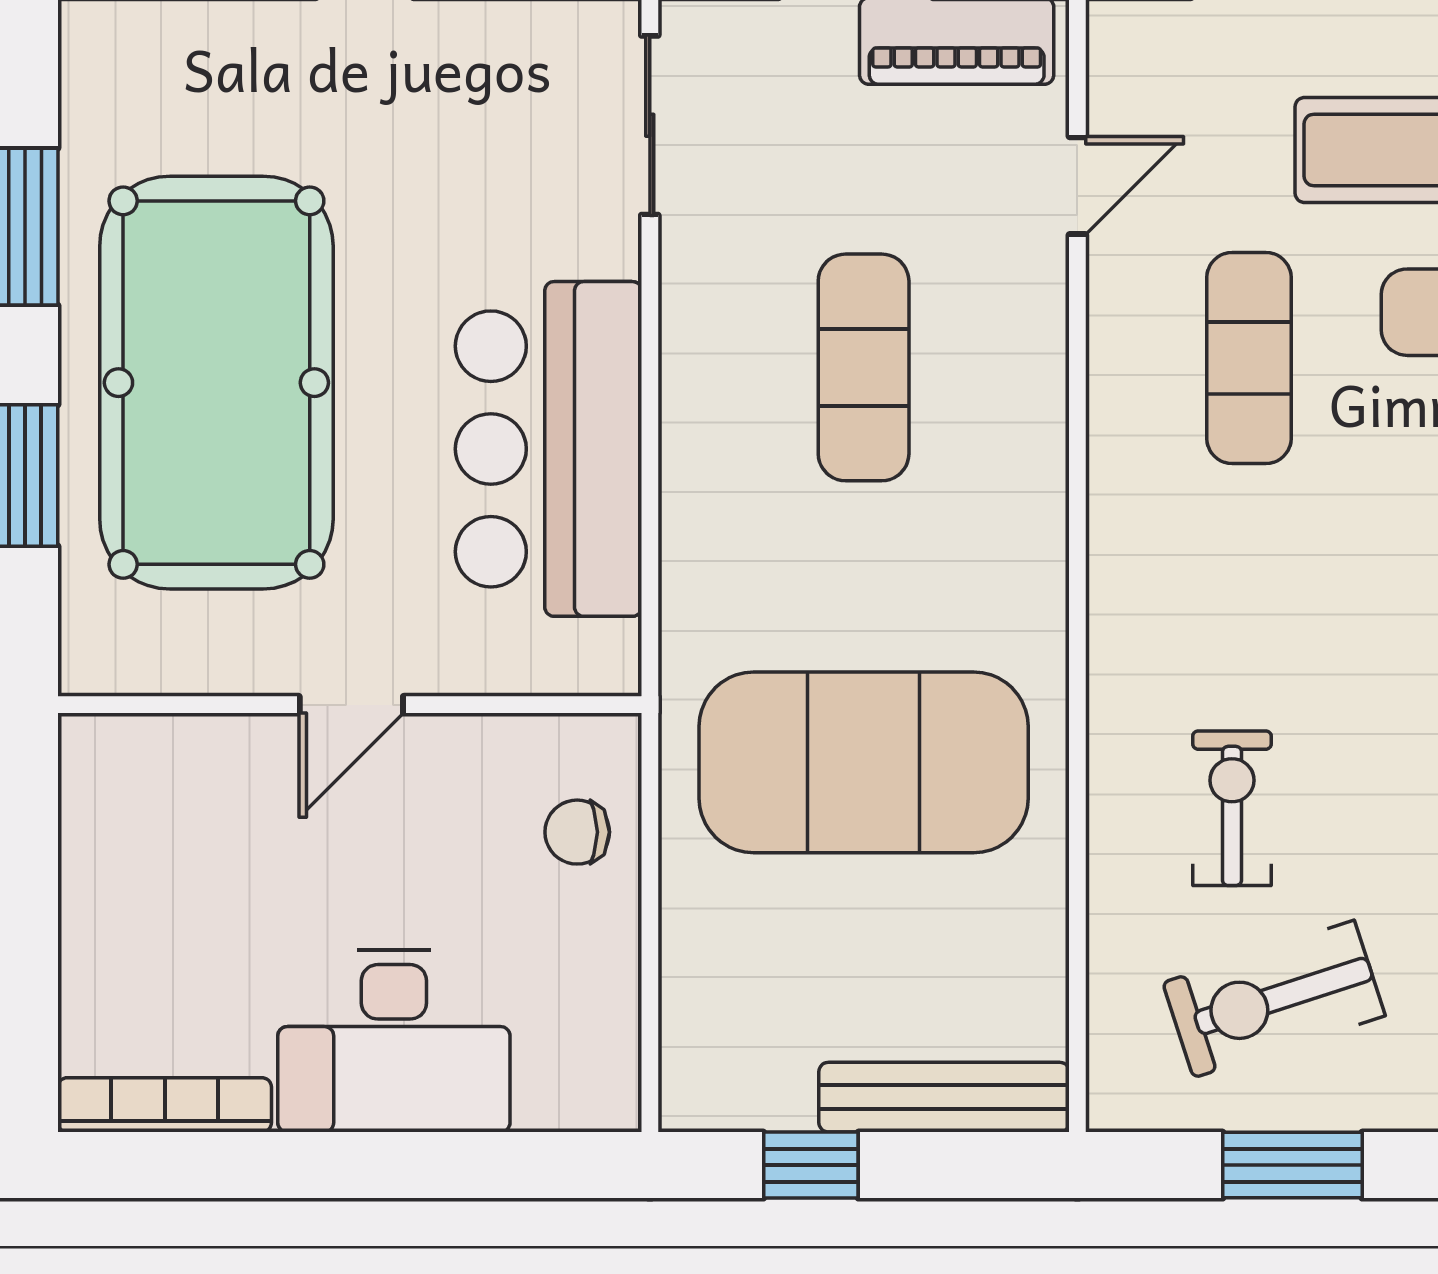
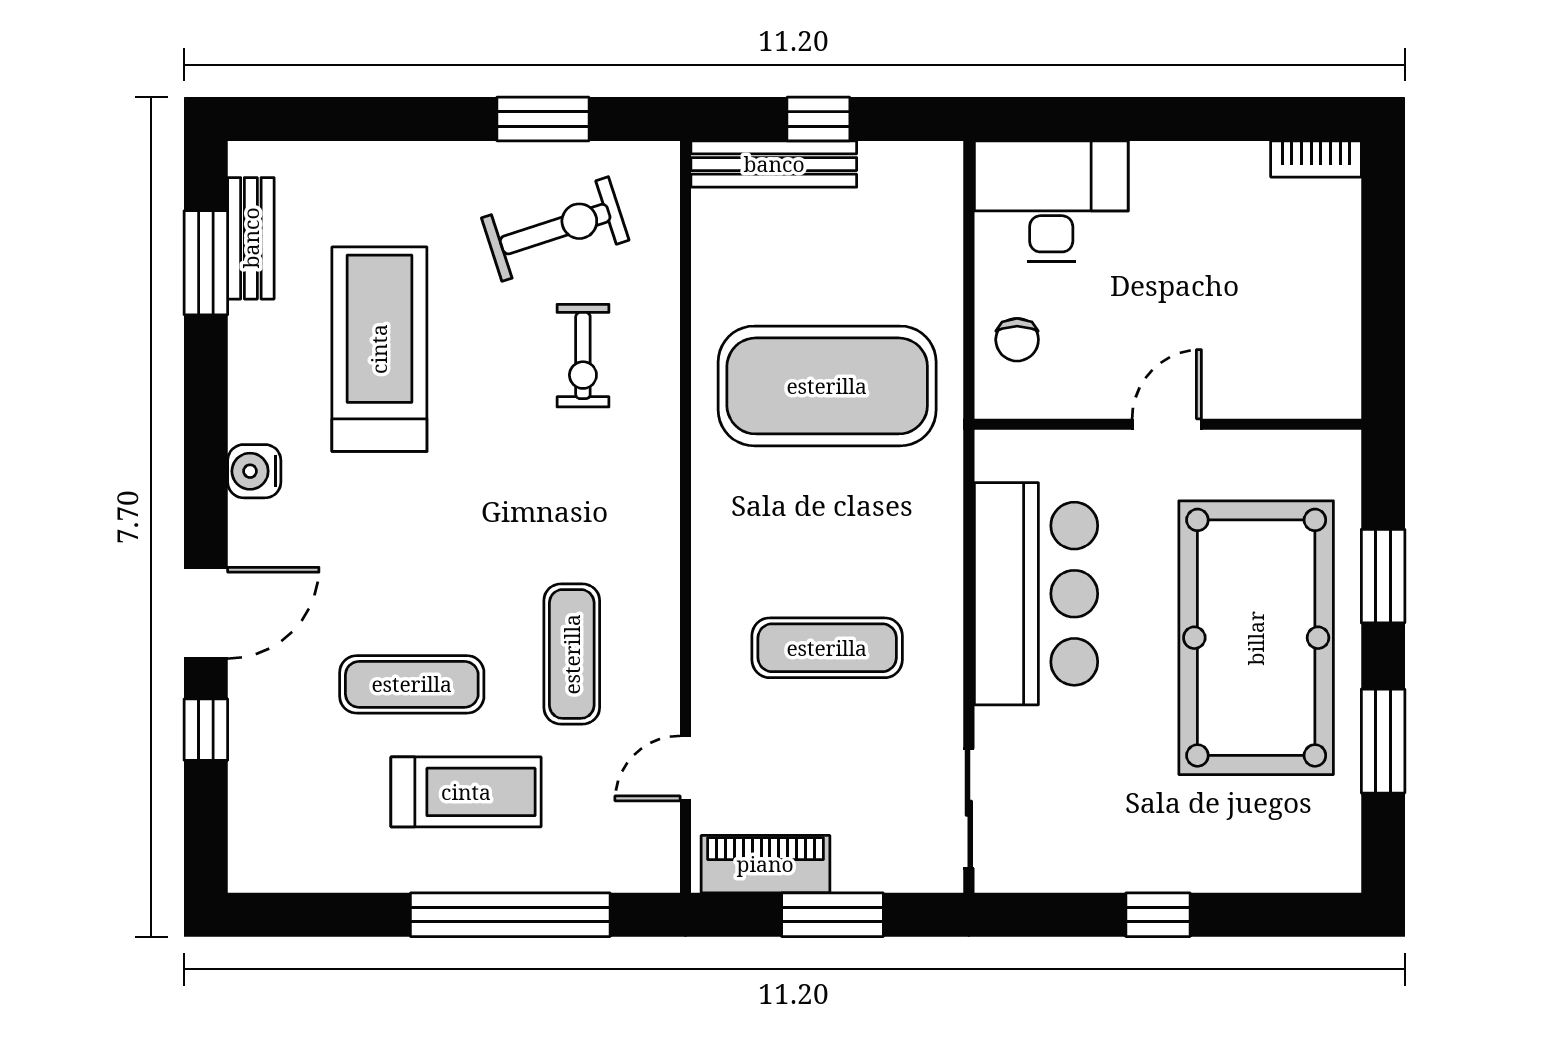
exercise mat: (864, 367) -> (827, 648), turned 90
chair: (577, 832) -> (1017, 340), turned 90
desk: (394, 1041) -> (1051, 201), moved
bookcase: (165, 1105) -> (1316, 159), width x0.64
window: (811, 1165) -> (818, 119), moved

